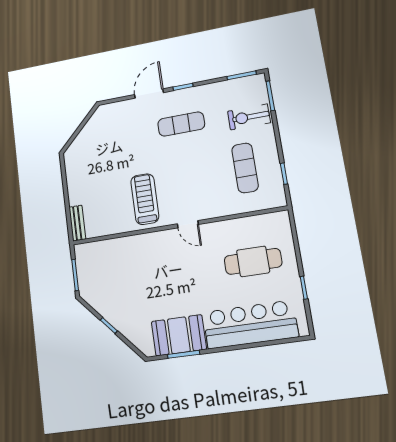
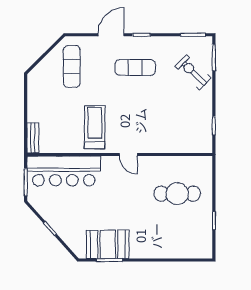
exercise bike: (249, 117) -> (193, 72), turned 44
exercise mat: (245, 168) -> (72, 66), moved
bar counter: (250, 325) -> (64, 171), moved, turned 180

